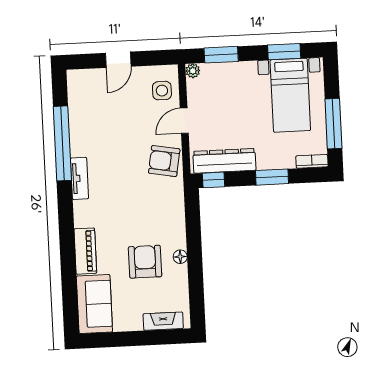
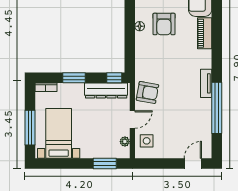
window: (284, 52) -> (61, 164), removed
door: (118, 60) -> (193, 164), moved
plant: (193, 71) -> (125, 142), moved
window: (333, 124) -> (30, 128), moved

